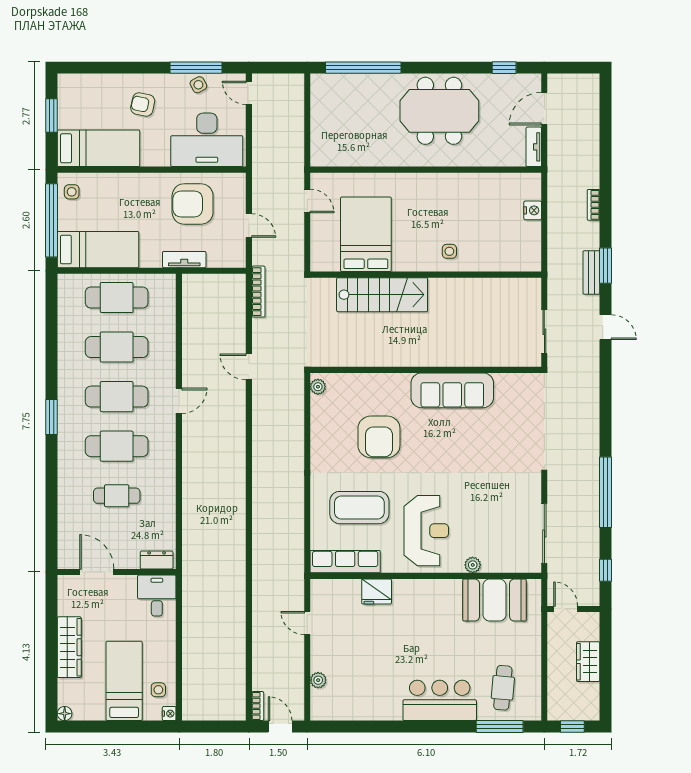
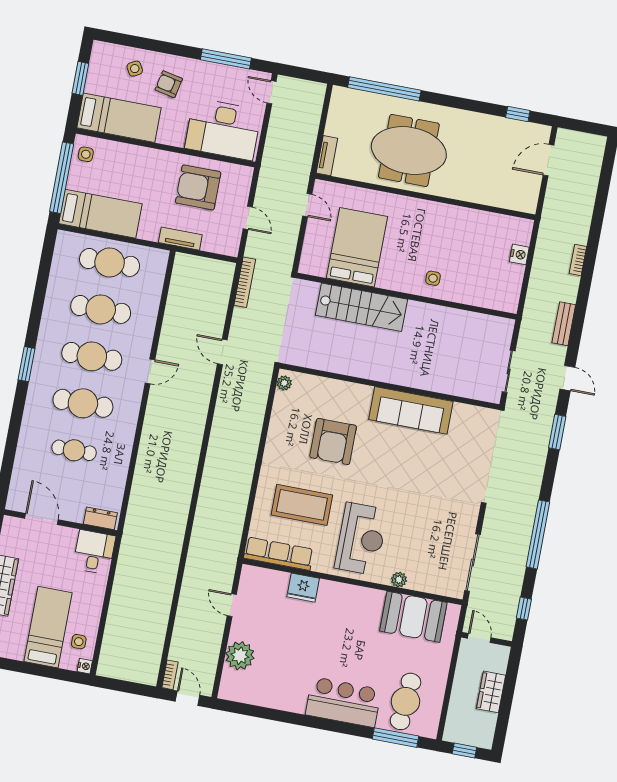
side table: (198, 85) -> (135, 69), moved
meeting table: (439, 111) -> (409, 150), moved
tv unit: (534, 147) -> (327, 156), moved, turned 180
window: (606, 266) -> (557, 432), moved
plant: (318, 680) -> (240, 656), width x1.88, depth x1.88
cafe table: (503, 688) -> (405, 701), width x1.37, depth x1.35

